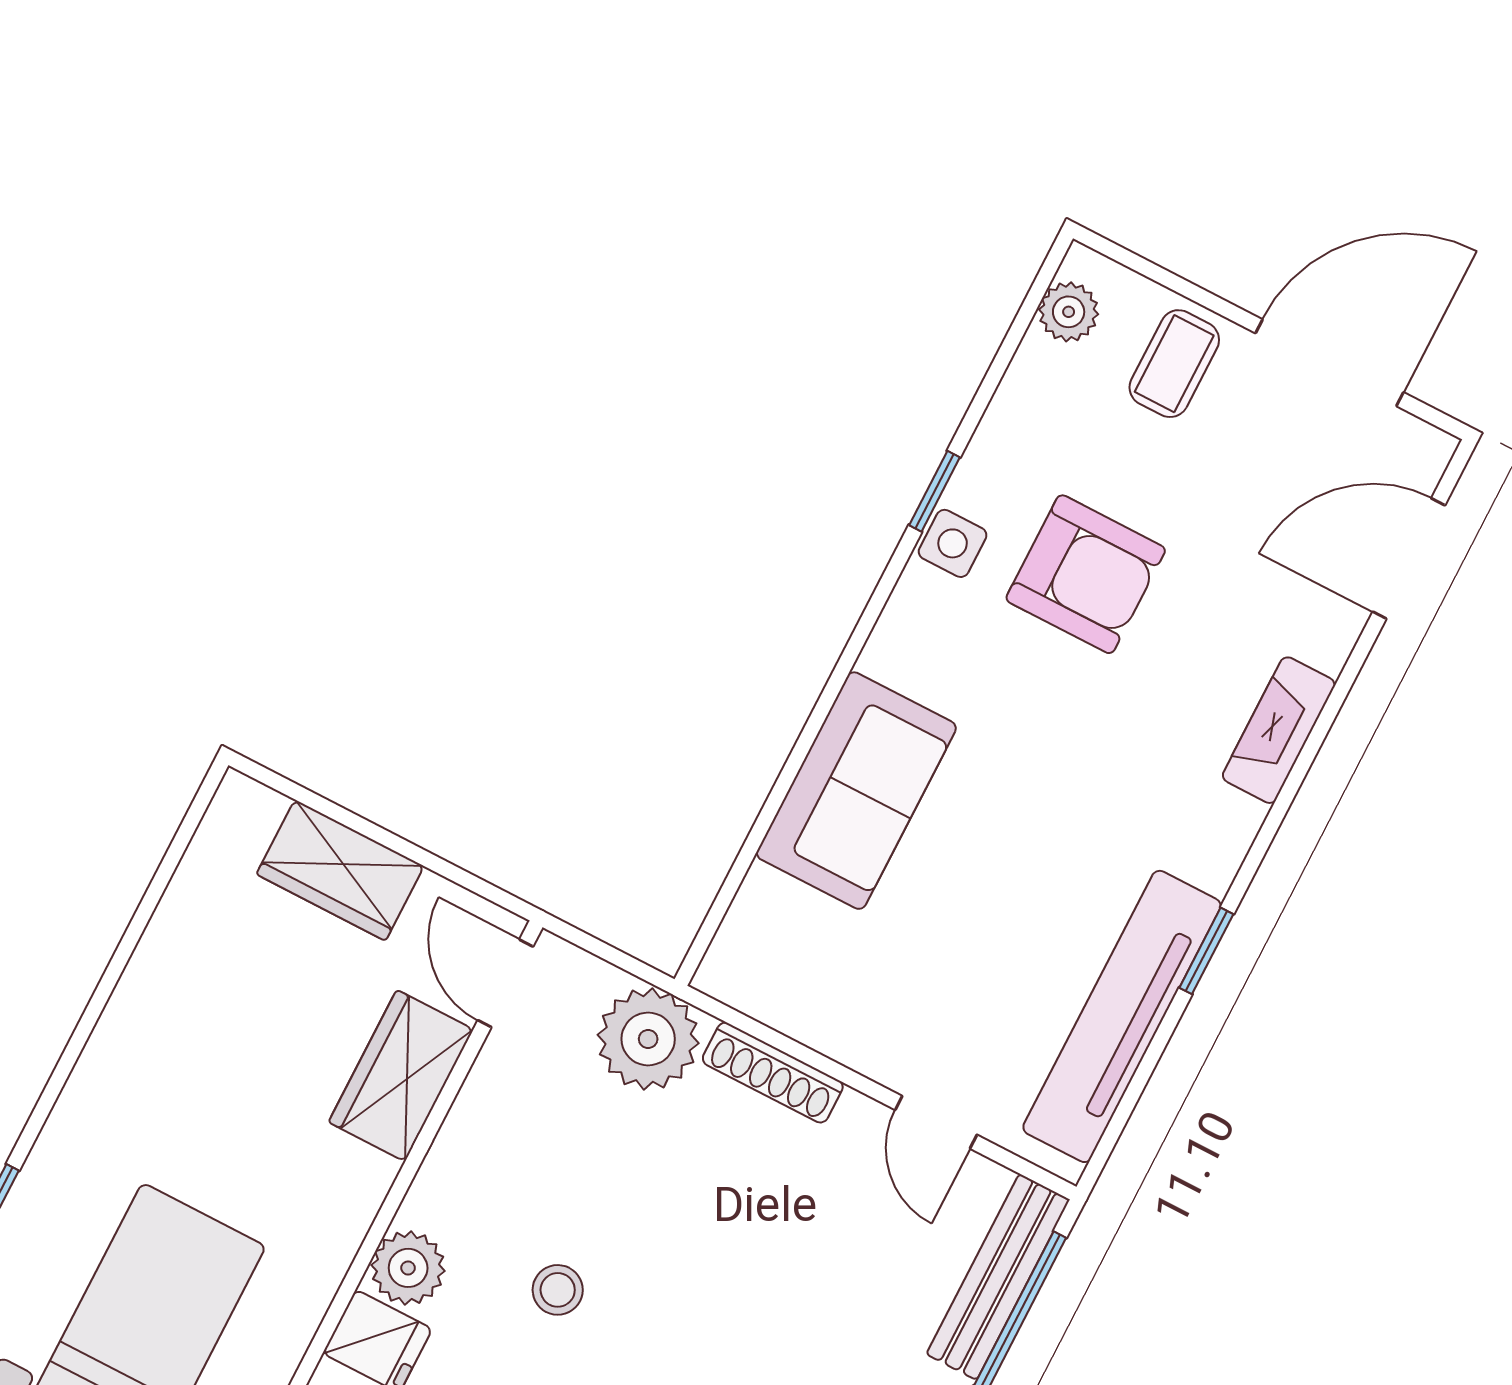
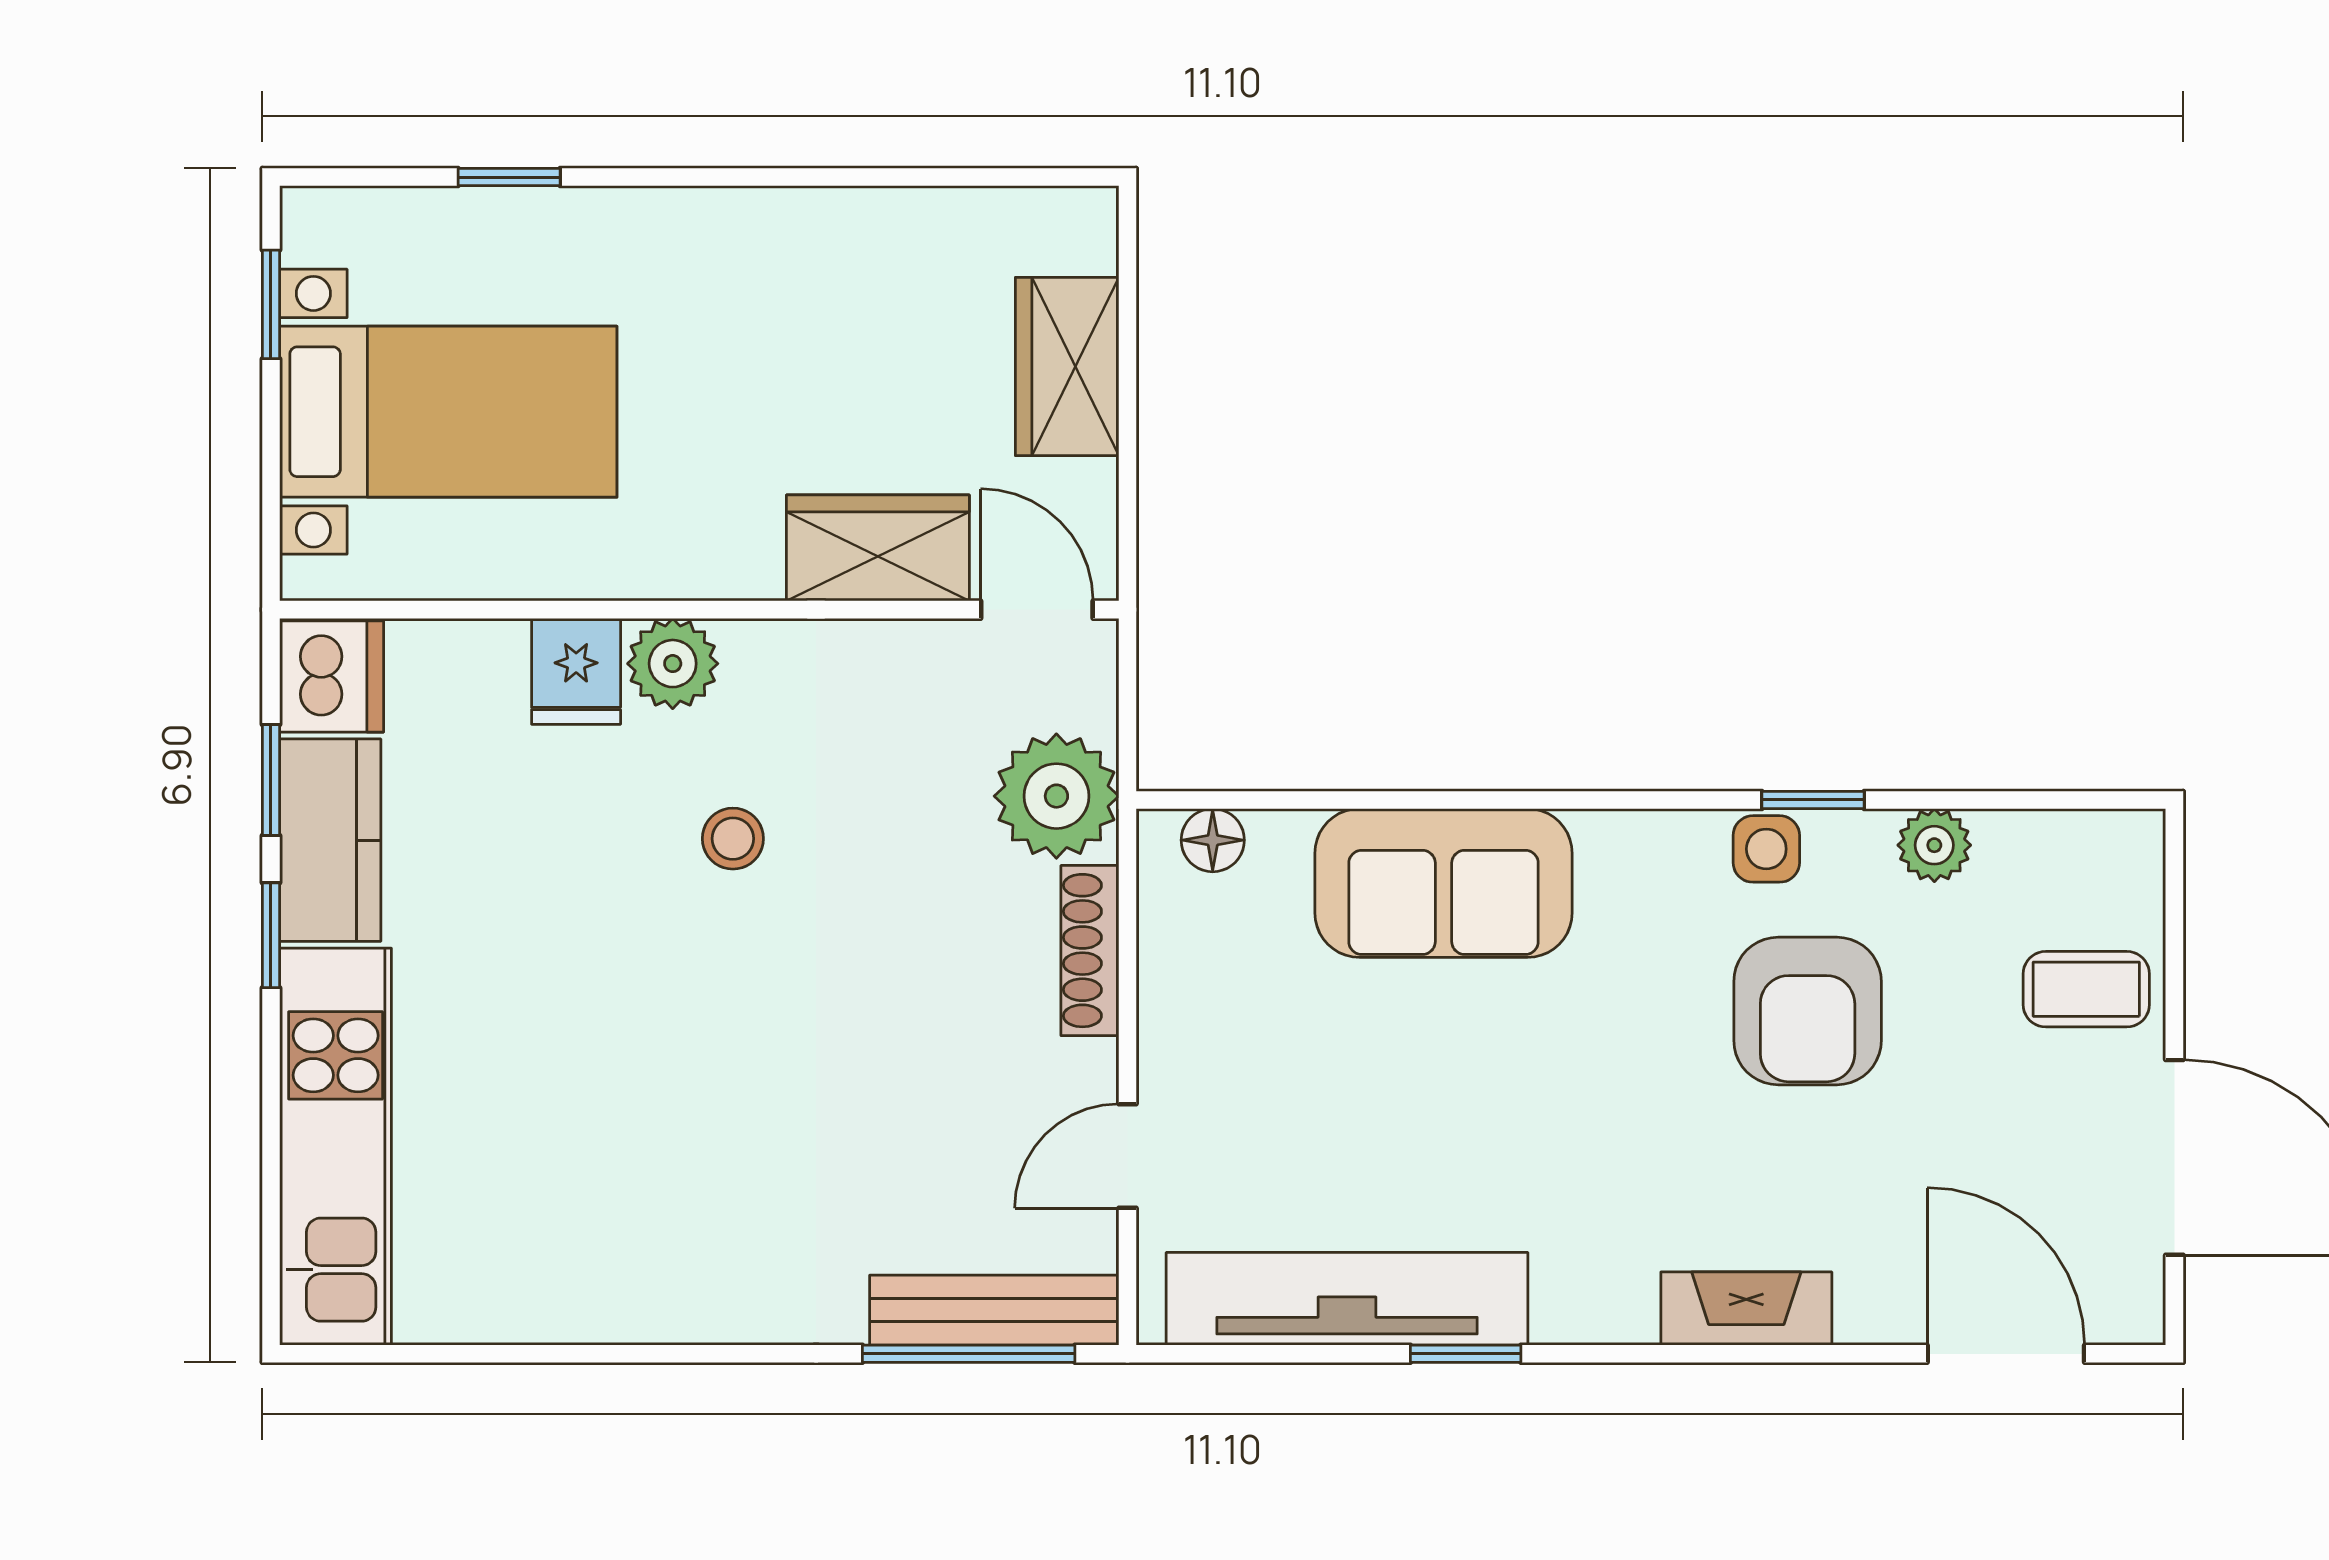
plant: (1069, 312) -> (1934, 845), moved
floor lamp: (739, 942) -> (1213, 840), added
door: (505, 983) -> (1037, 610), hinge flipped

